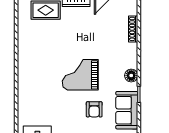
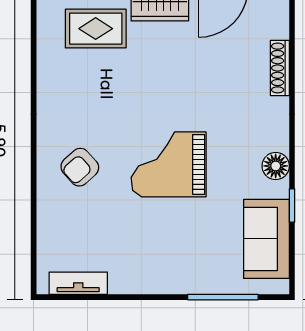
armchair: (94, 109) -> (80, 167), moved, turned 48

